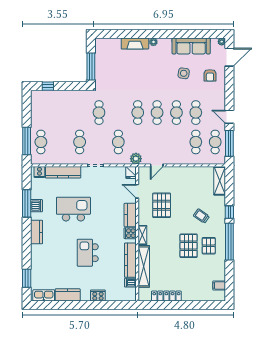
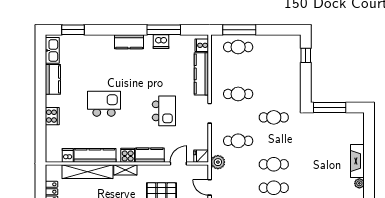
kitchen island: (73, 209) -> (164, 111), moved, width x0.73, depth x0.78

